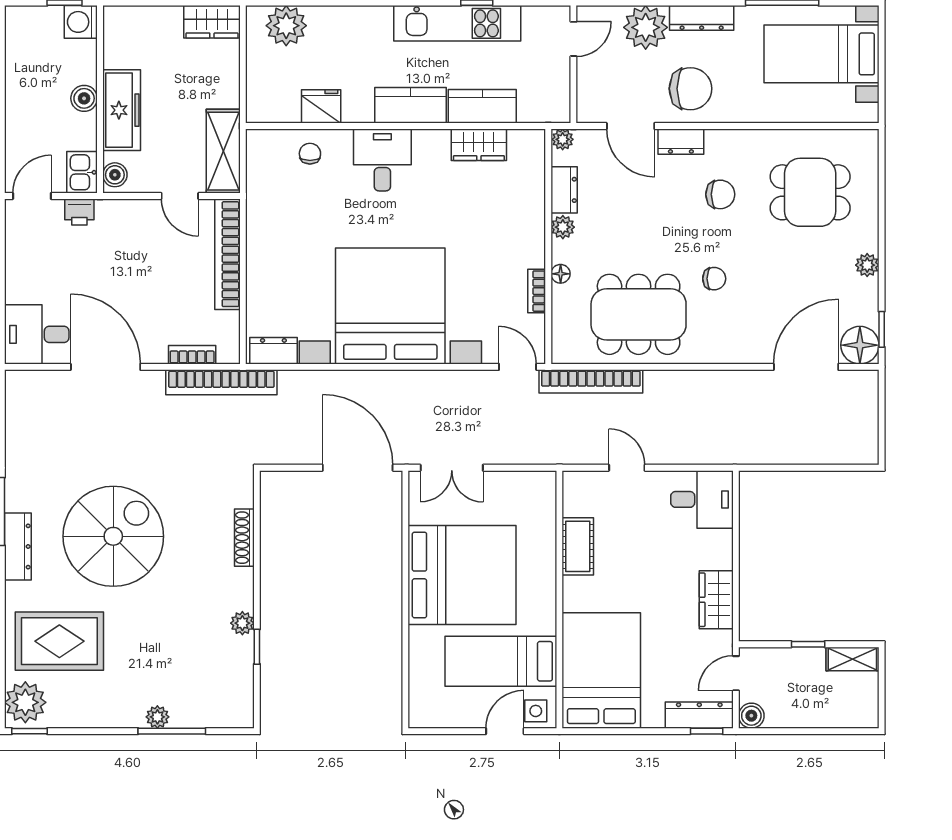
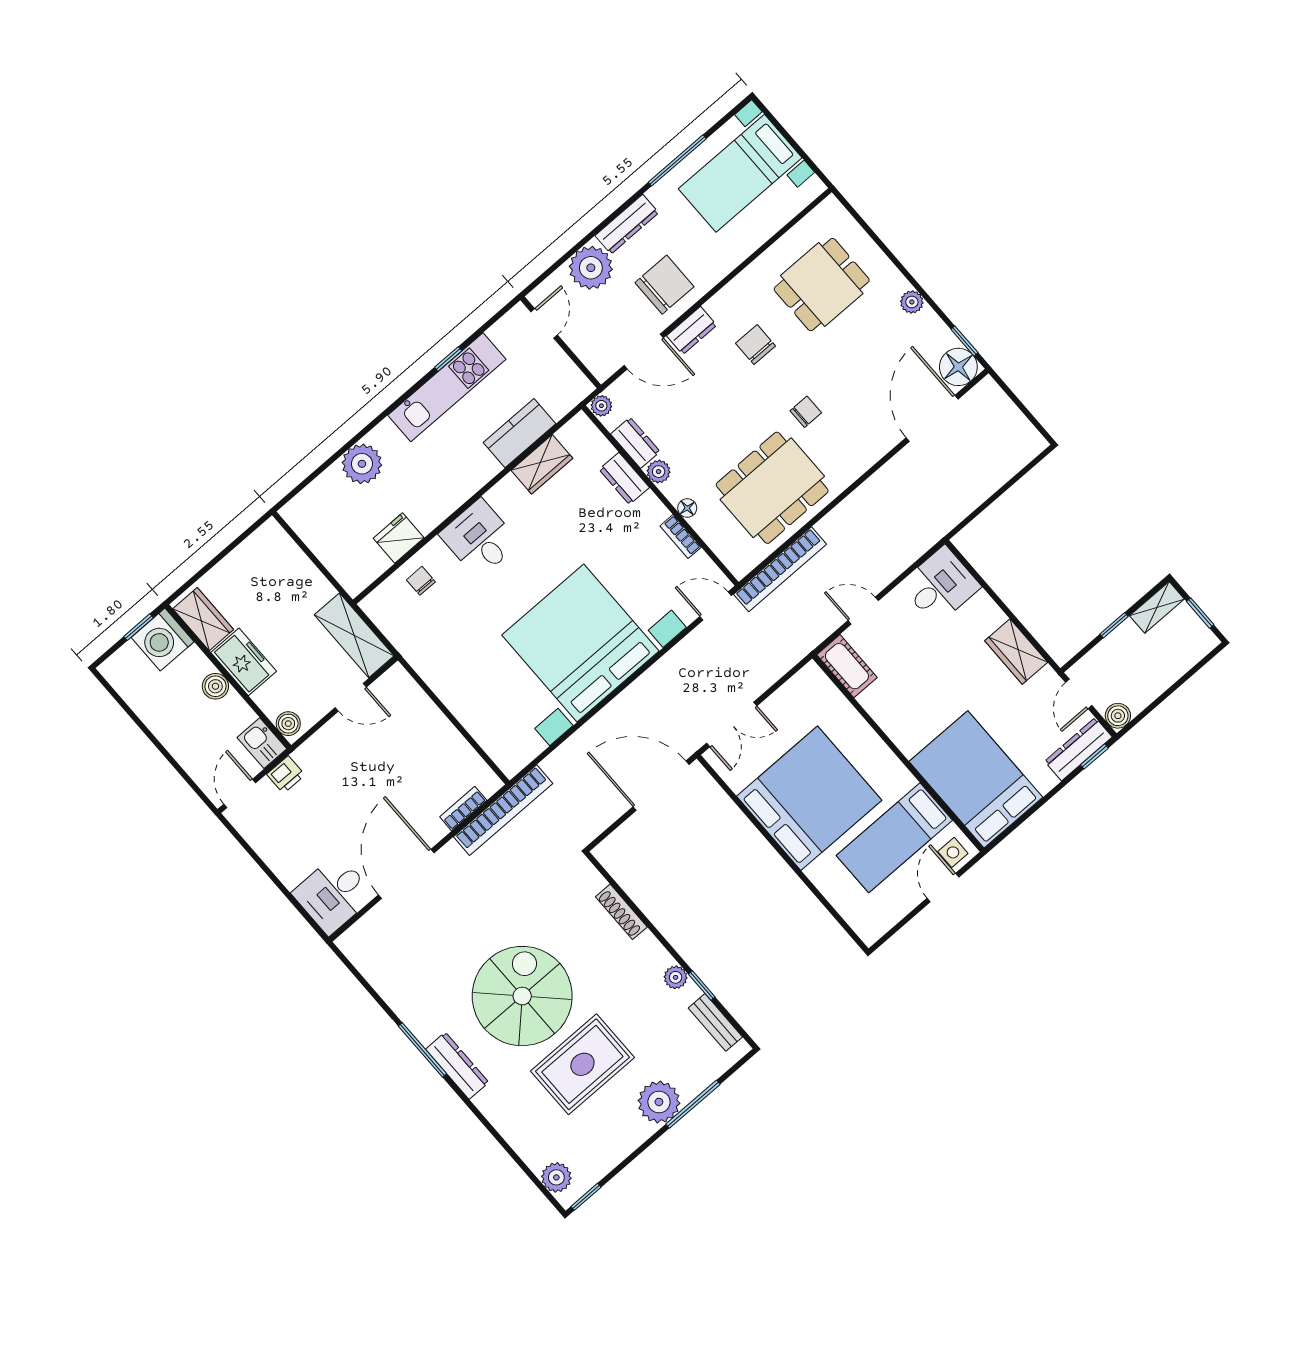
washing machine: (81, 22) -> (163, 640), width x1.37, depth x1.37
wardrobe: (212, 22) -> (203, 619), moved, turned -90
plant: (286, 26) -> (362, 464), moved
kitchen counter: (411, 105) -> (465, 479), removed
freezer: (122, 110) -> (244, 662), width x0.71
chair: (720, 194) -> (756, 345), turned -90
bookcase: (227, 254) -> (424, 710), removed
dresser: (273, 351) -> (624, 478), moved, turned -90
door: (106, 367) -> (406, 874), hinge flipped
cot: (578, 546) -> (847, 666), moved
rug: (59, 641) -> (582, 1064), moved
bench: (243, 684) -> (715, 1022), added
window: (882, 692) -> (1200, 613), added
plant: (25, 702) -> (556, 1177), width x0.73, depth x0.73
plant: (157, 717) -> (659, 1102), width x1.87, depth x1.87

